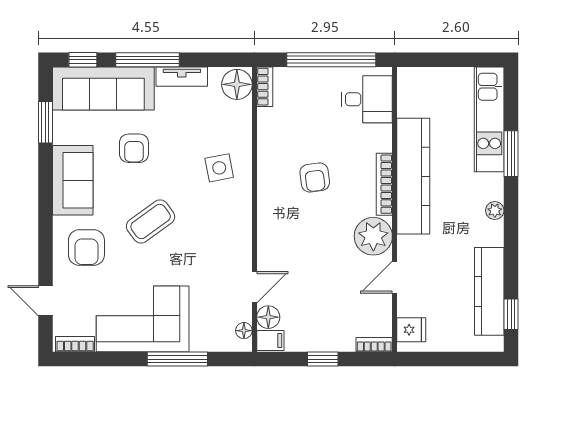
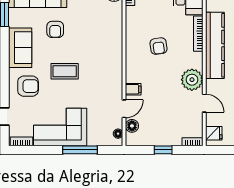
side table: (219, 168) -> (104, 41), removed
bookcase: (384, 184) -> (198, 34), moved
coffee table: (151, 221) -> (65, 71), turned 36
armchair: (86, 247) -> (28, 86), turned -90
door: (395, 277) -> (204, 103), swing flipped
filing cabinet: (270, 341) -> (133, 89), moved

